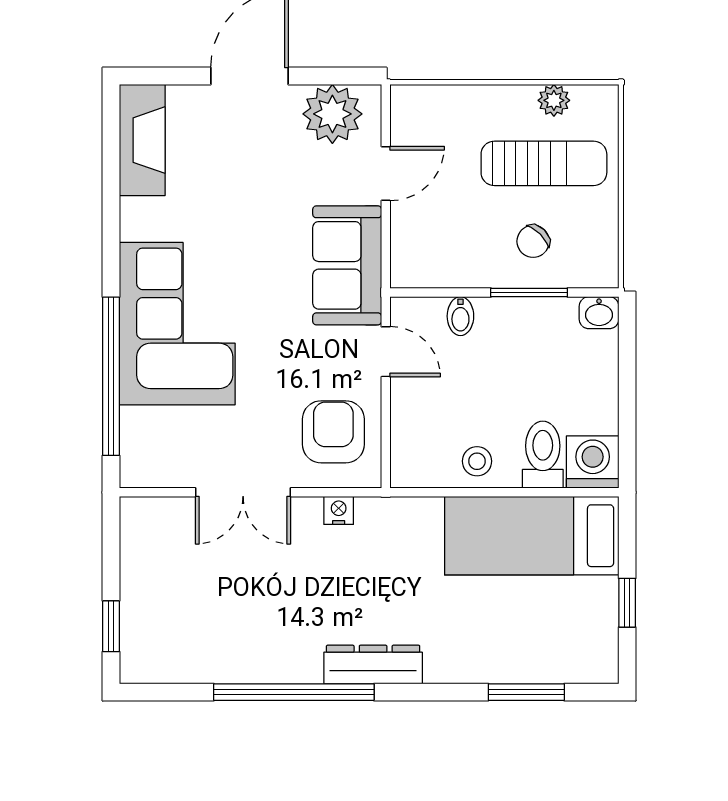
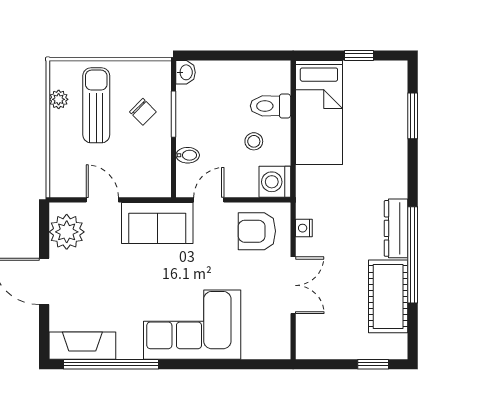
window: (111, 376) -> (111, 364), moved
stool: (477, 461) -> (254, 141), moved
washing machine: (593, 462) -> (275, 182), moved
cot: (224, 651) -> (388, 296), added
dresser: (373, 665) -> (396, 228), moved

